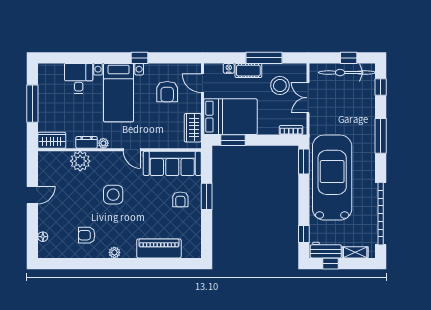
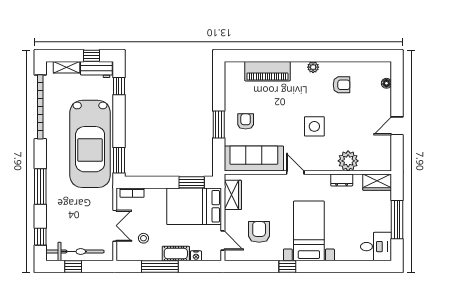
desk: (79, 78) -> (376, 247), moved, turned -90
stool: (280, 85) -> (143, 238), width x0.53, depth x0.53
plant: (103, 143) -> (324, 179), removed

